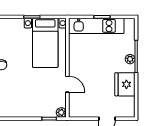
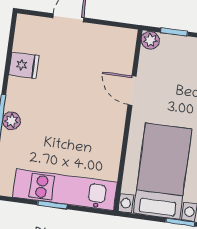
fridge: (125, 84) -> (24, 65), width x0.53, depth x0.75

